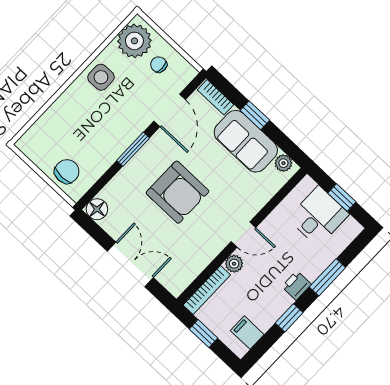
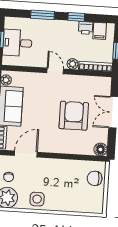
window: (133, 149) -> (58, 156), removed
armchair: (177, 192) -> (74, 116), moved
printer: (297, 285) -> (86, 28), moved

